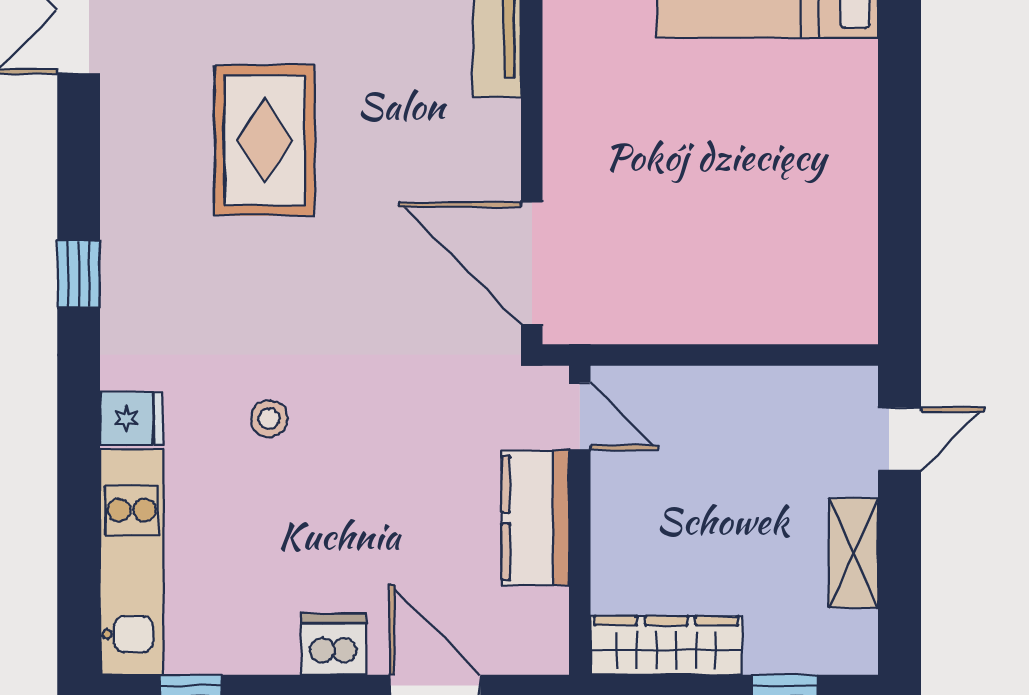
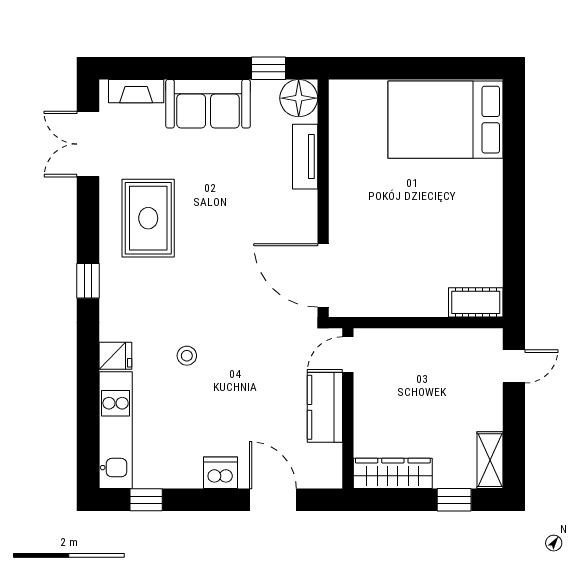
rug: (265, 140) -> (148, 218), moved
cot: (826, 316) -> (476, 302), added
door: (580, 416) -> (348, 354), swing flipped
shelving: (854, 553) -> (490, 460), moved

